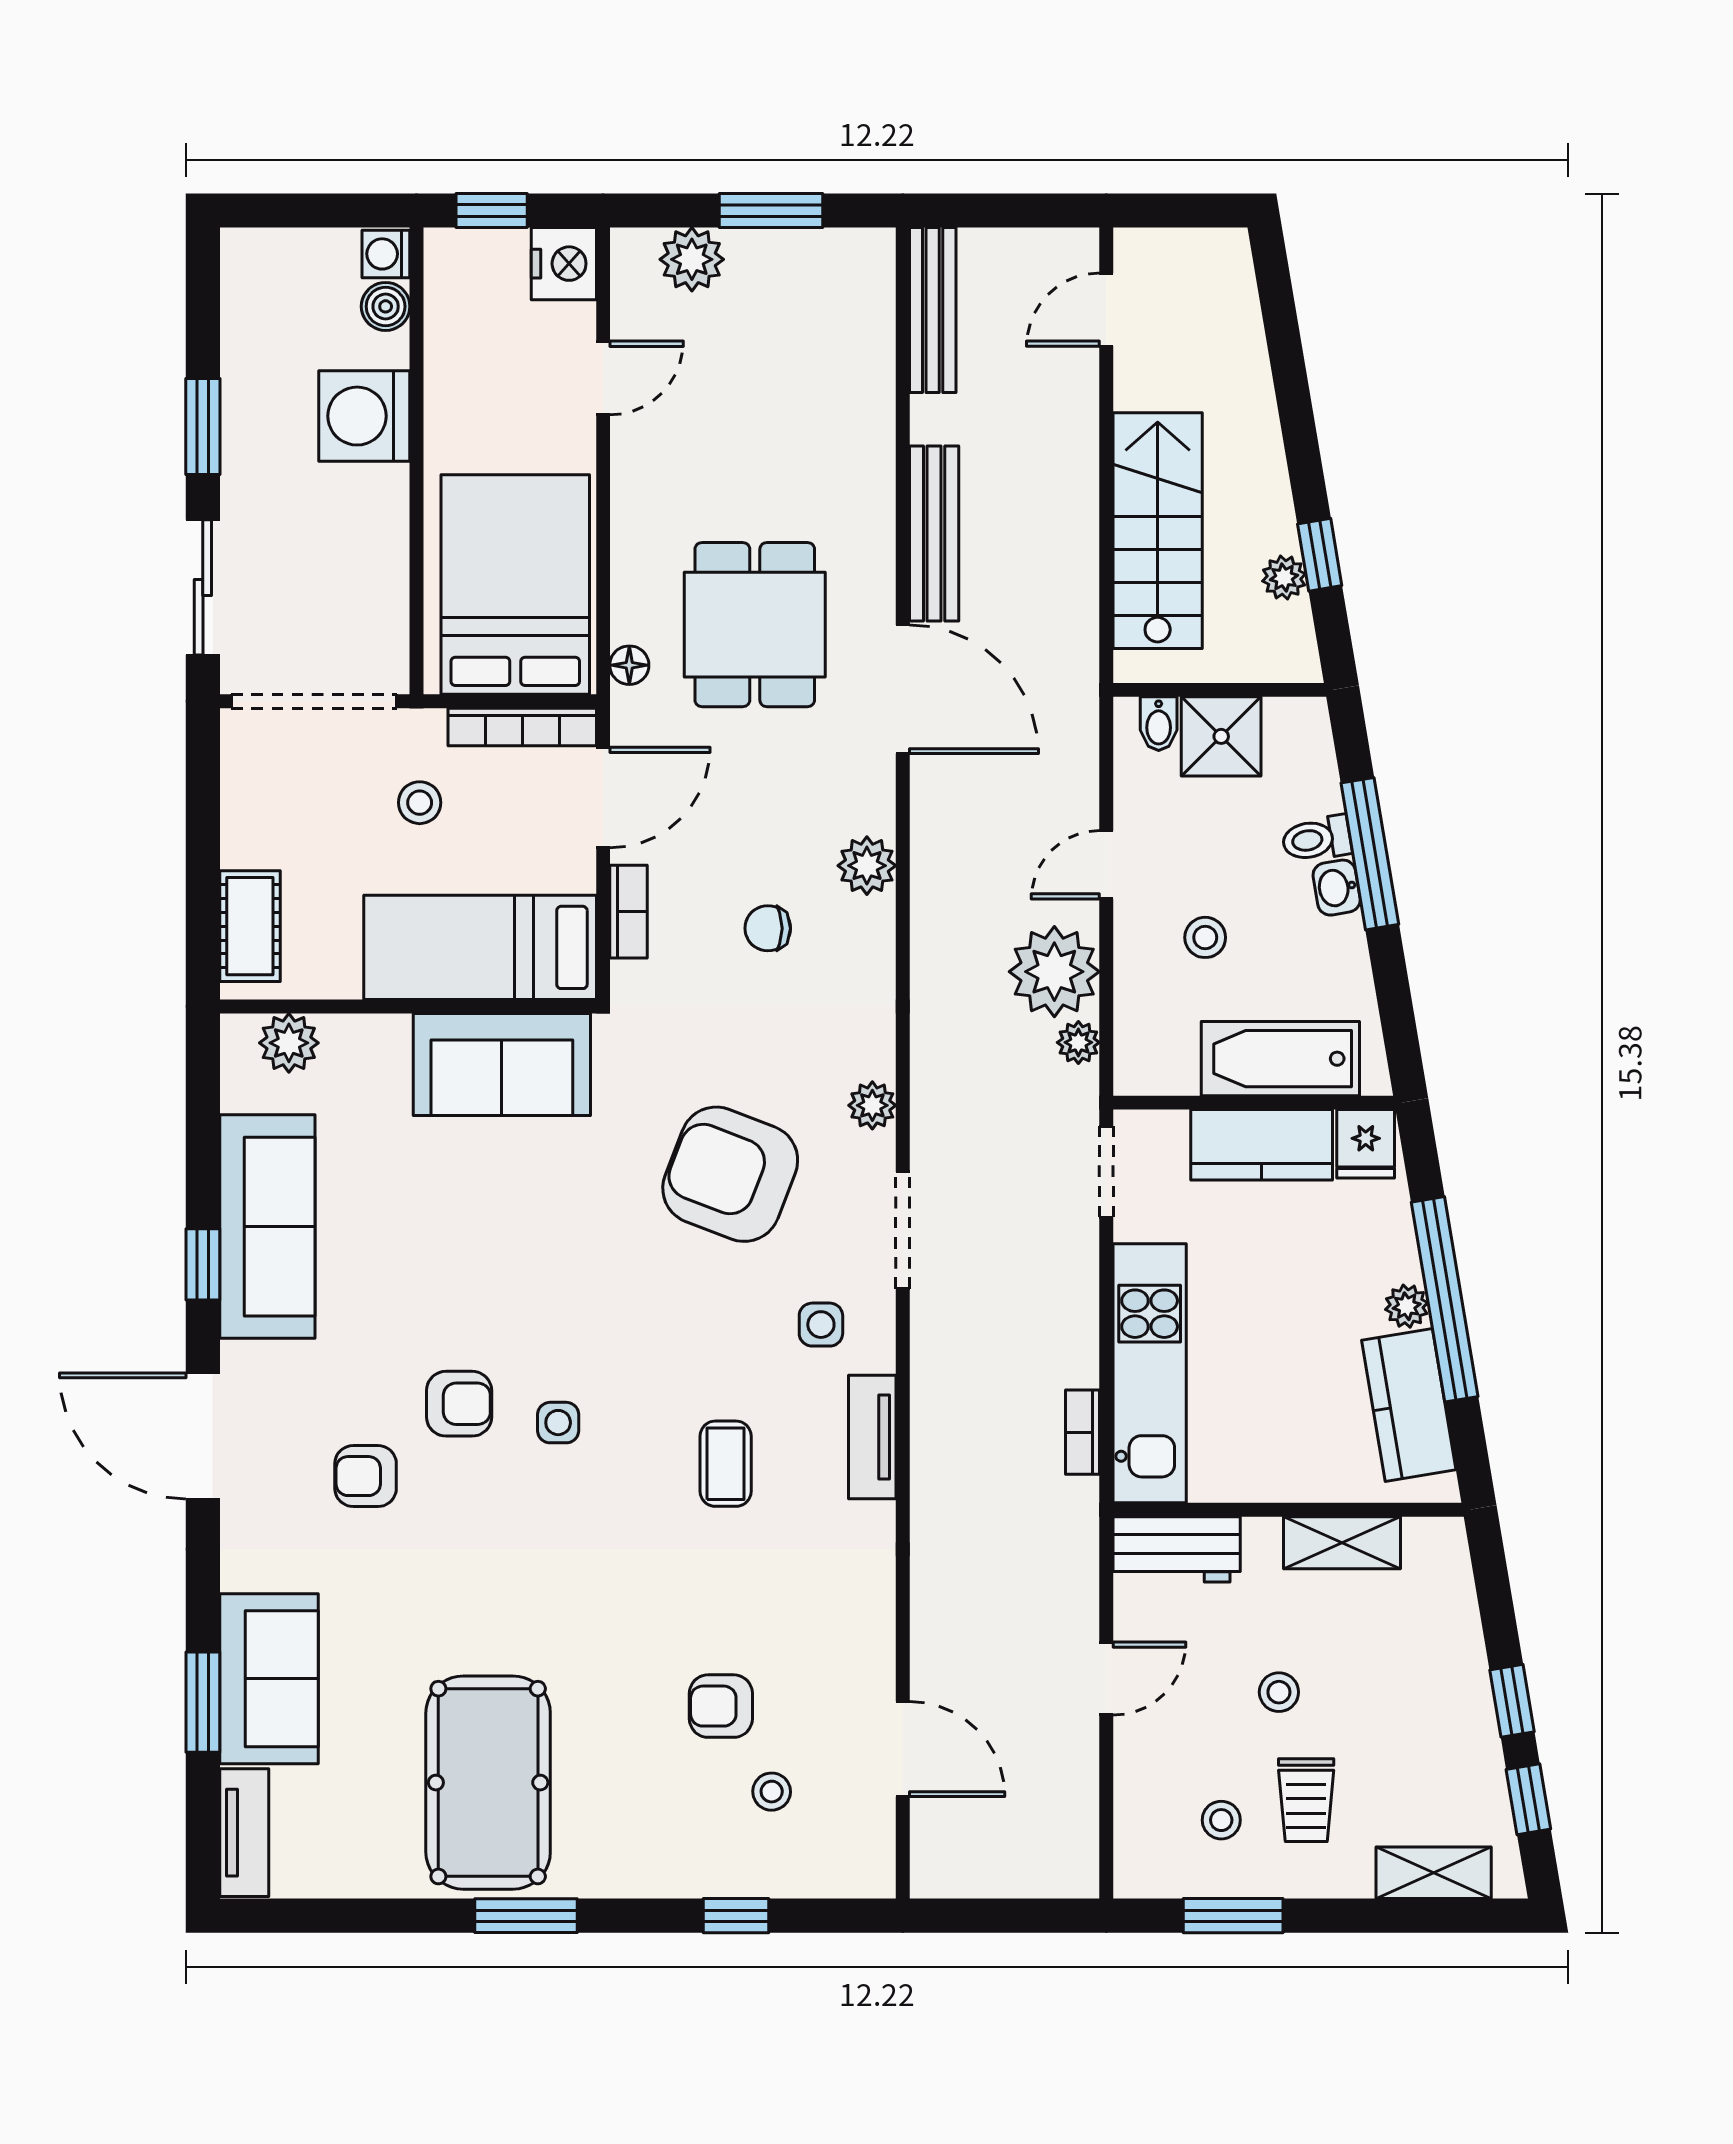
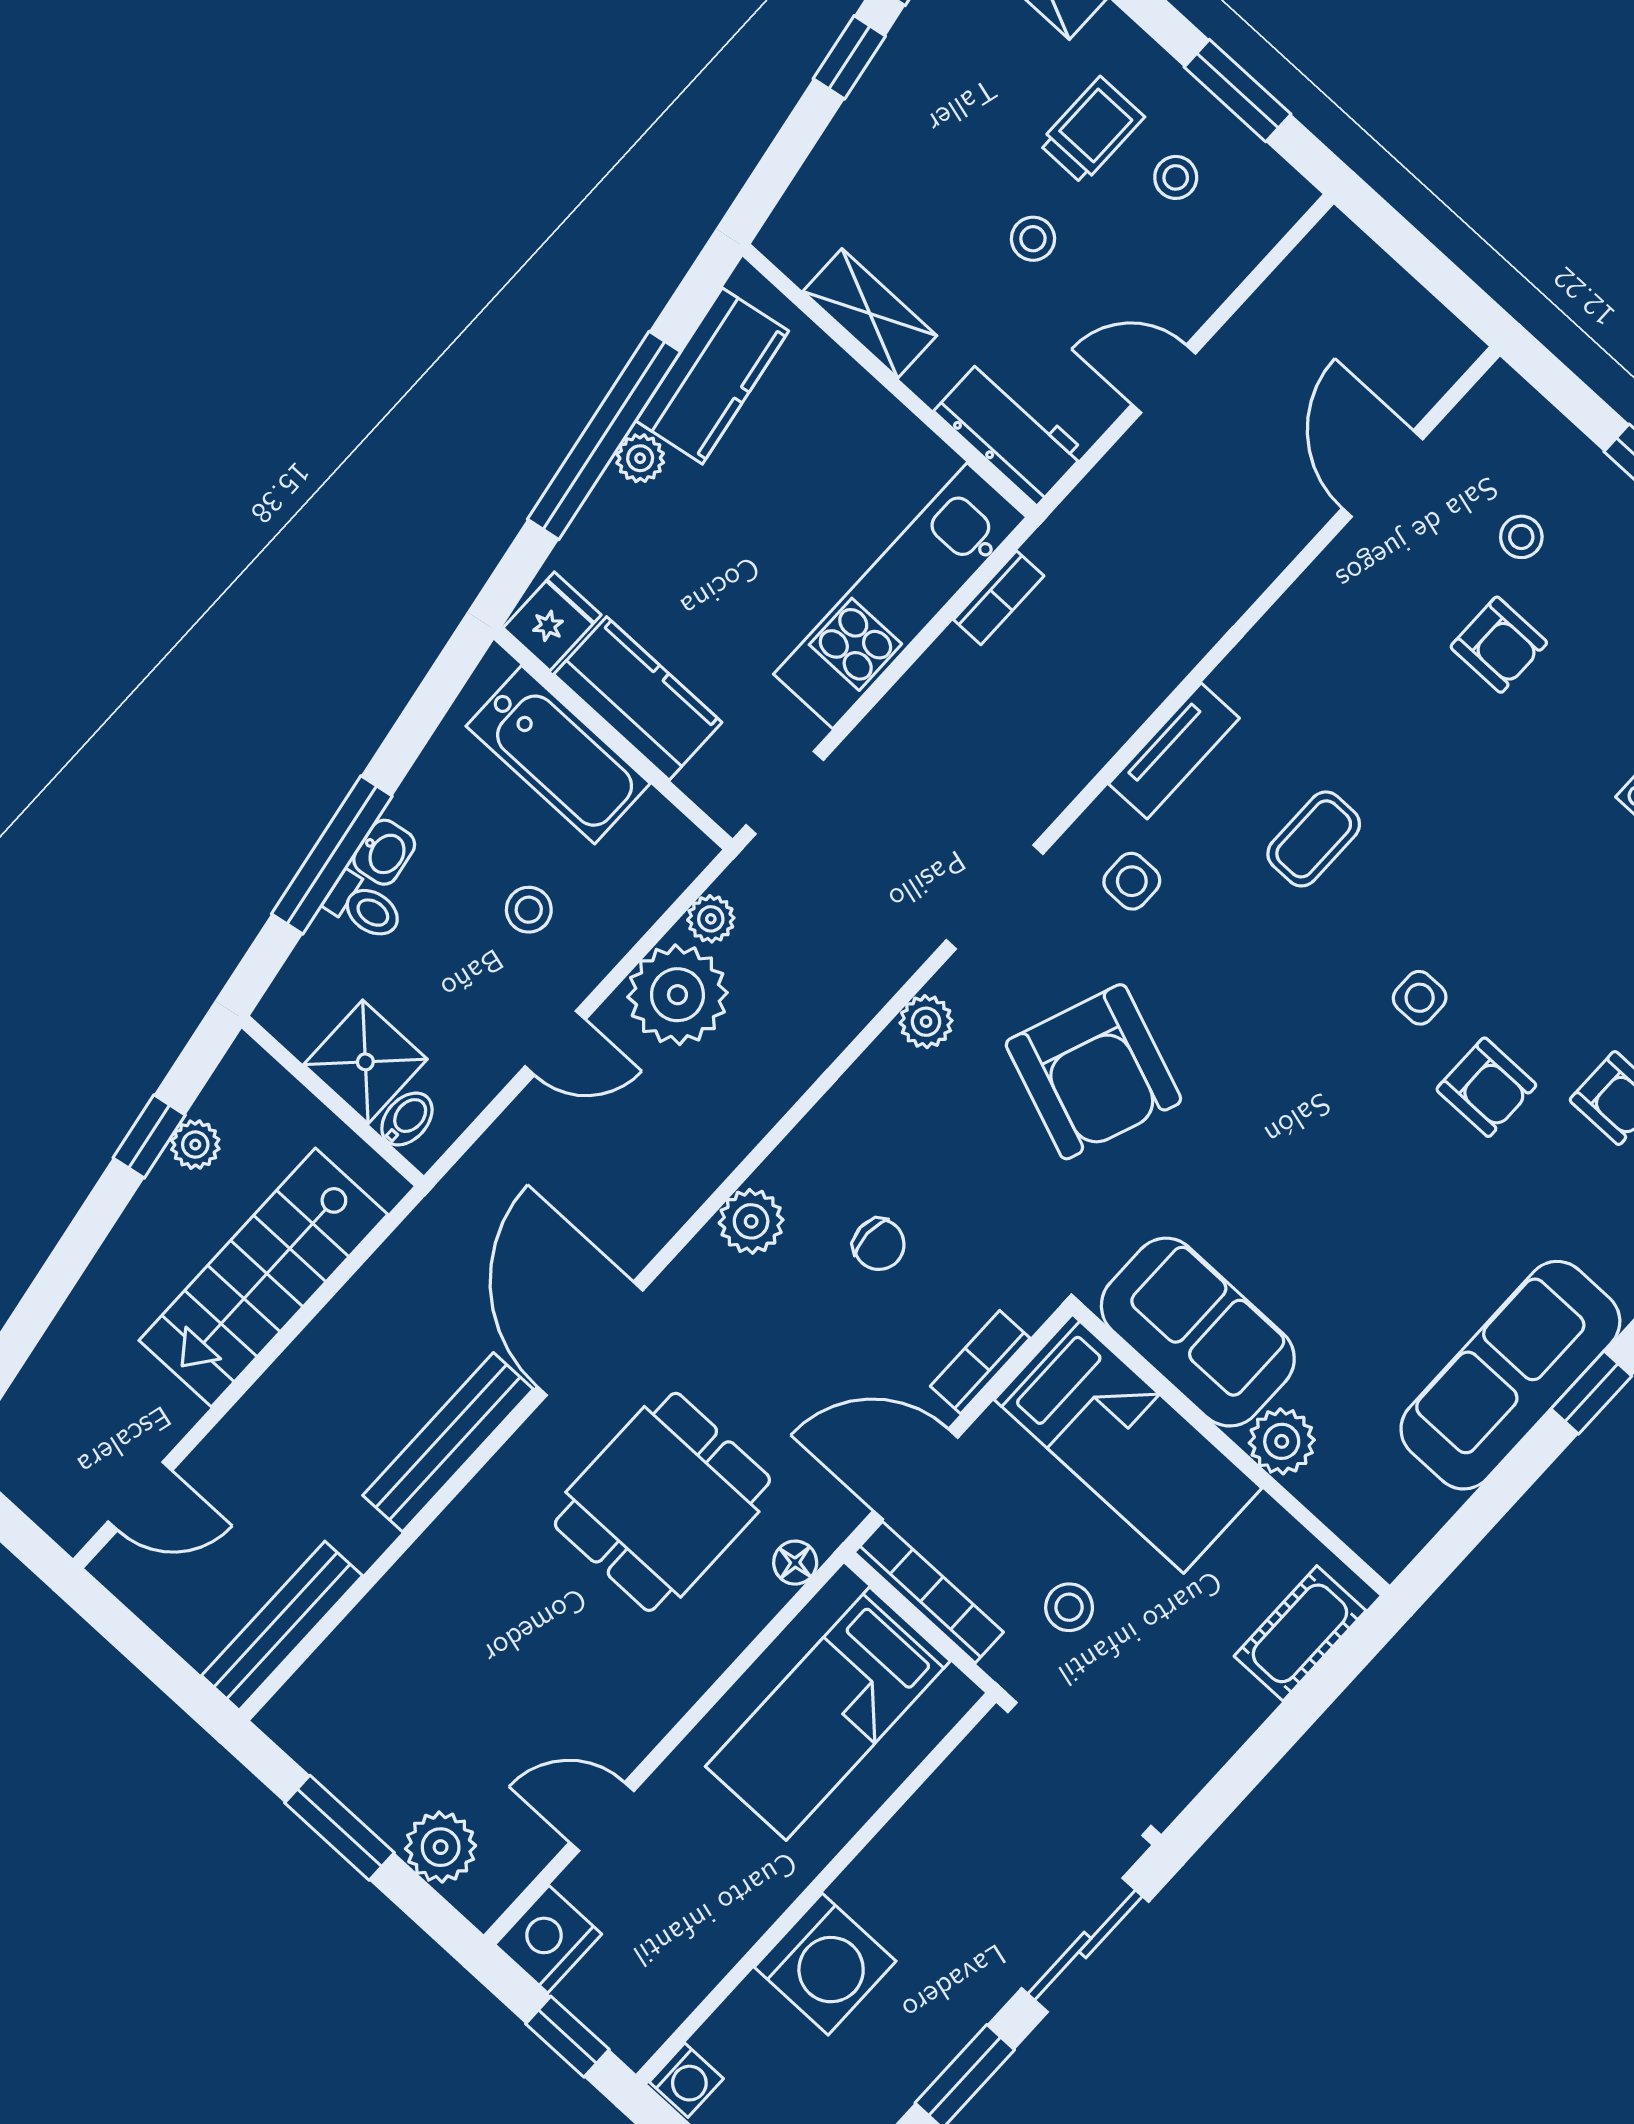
boiler: (386, 306) -> (726, 2038), removed
bed: (515, 584) -> (828, 1714), width x0.67
plant: (289, 1043) -> (1282, 1441), moved
armchair: (459, 1404) -> (1486, 1087), turned 180

